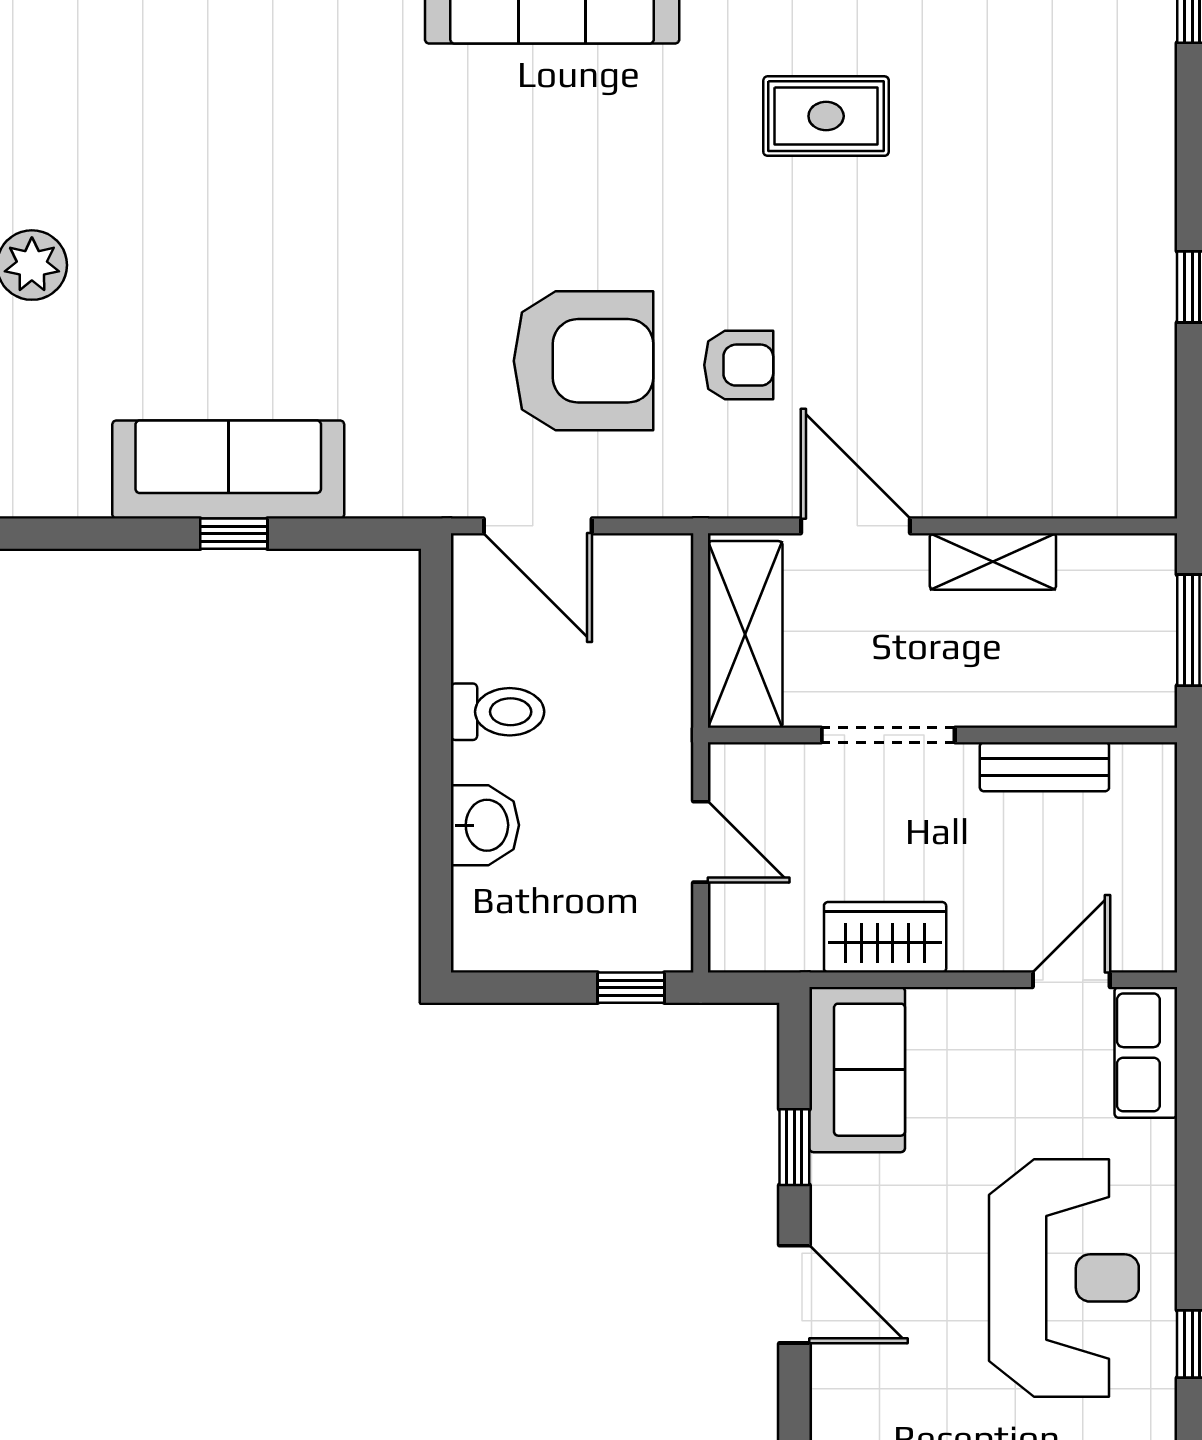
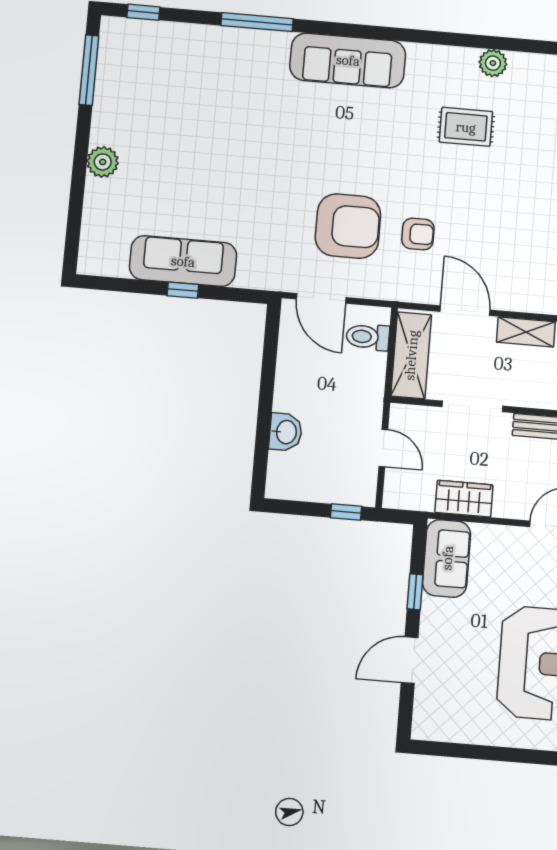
toilet: (498, 712) -> (368, 337), moved, turned 180
door: (794, 1294) -> (410, 660), swing flipped

